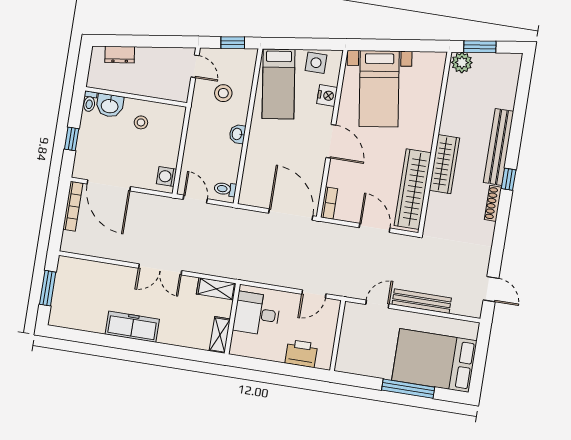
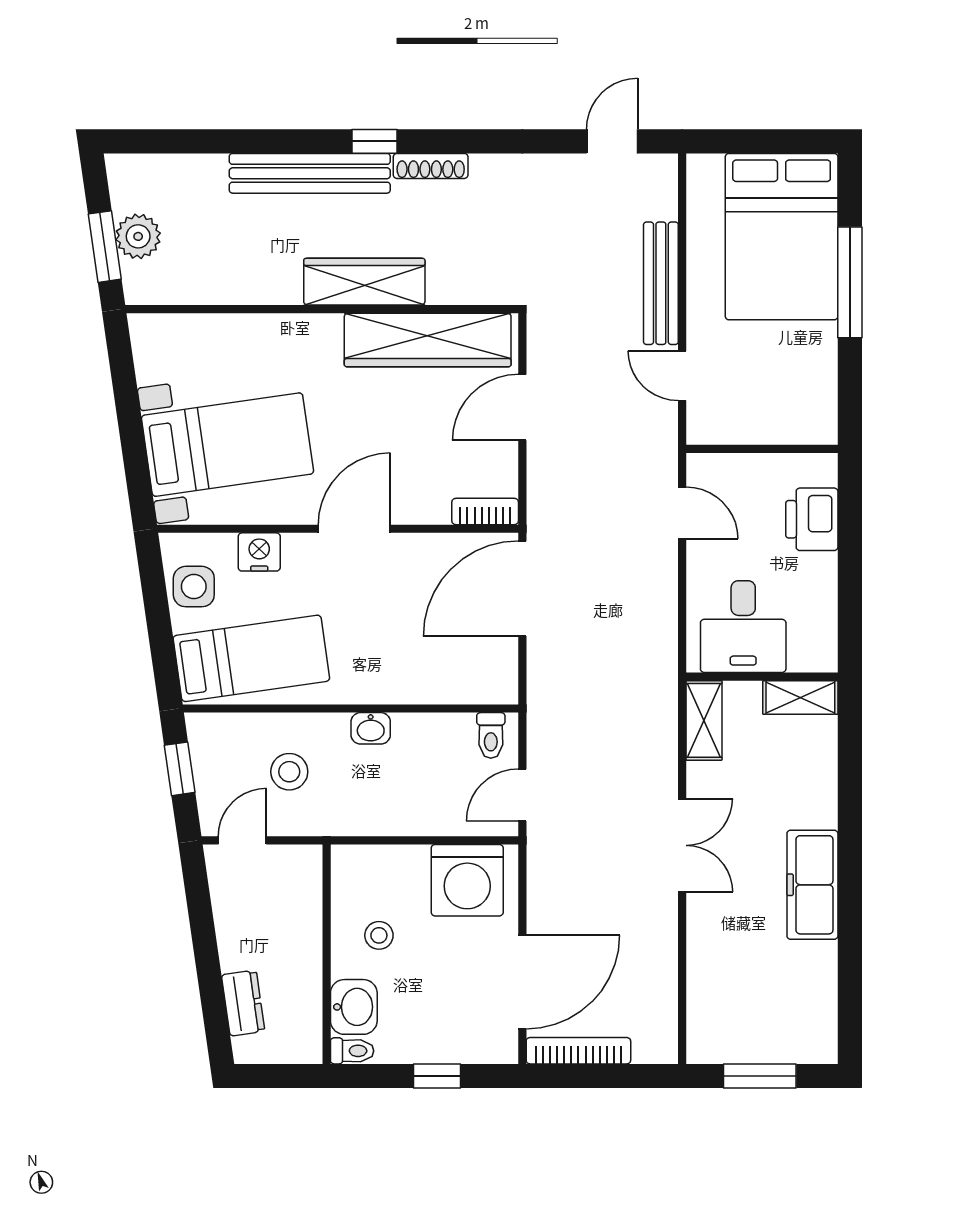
plant: (462, 63) -> (138, 236), moved
washing machine: (166, 176) -> (467, 880), width x1.89, depth x1.89

